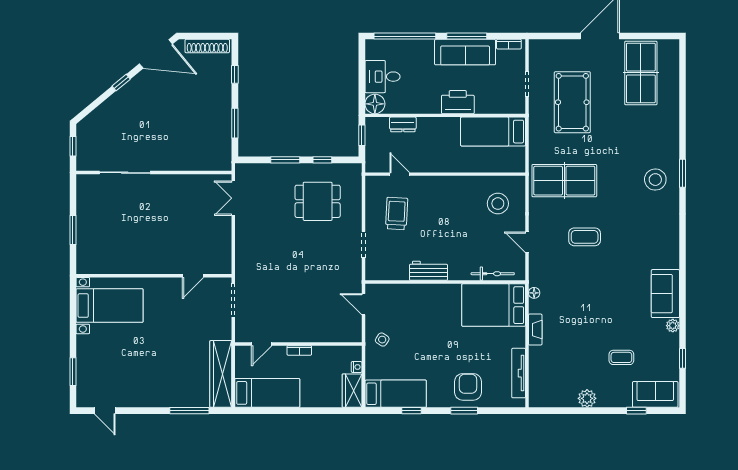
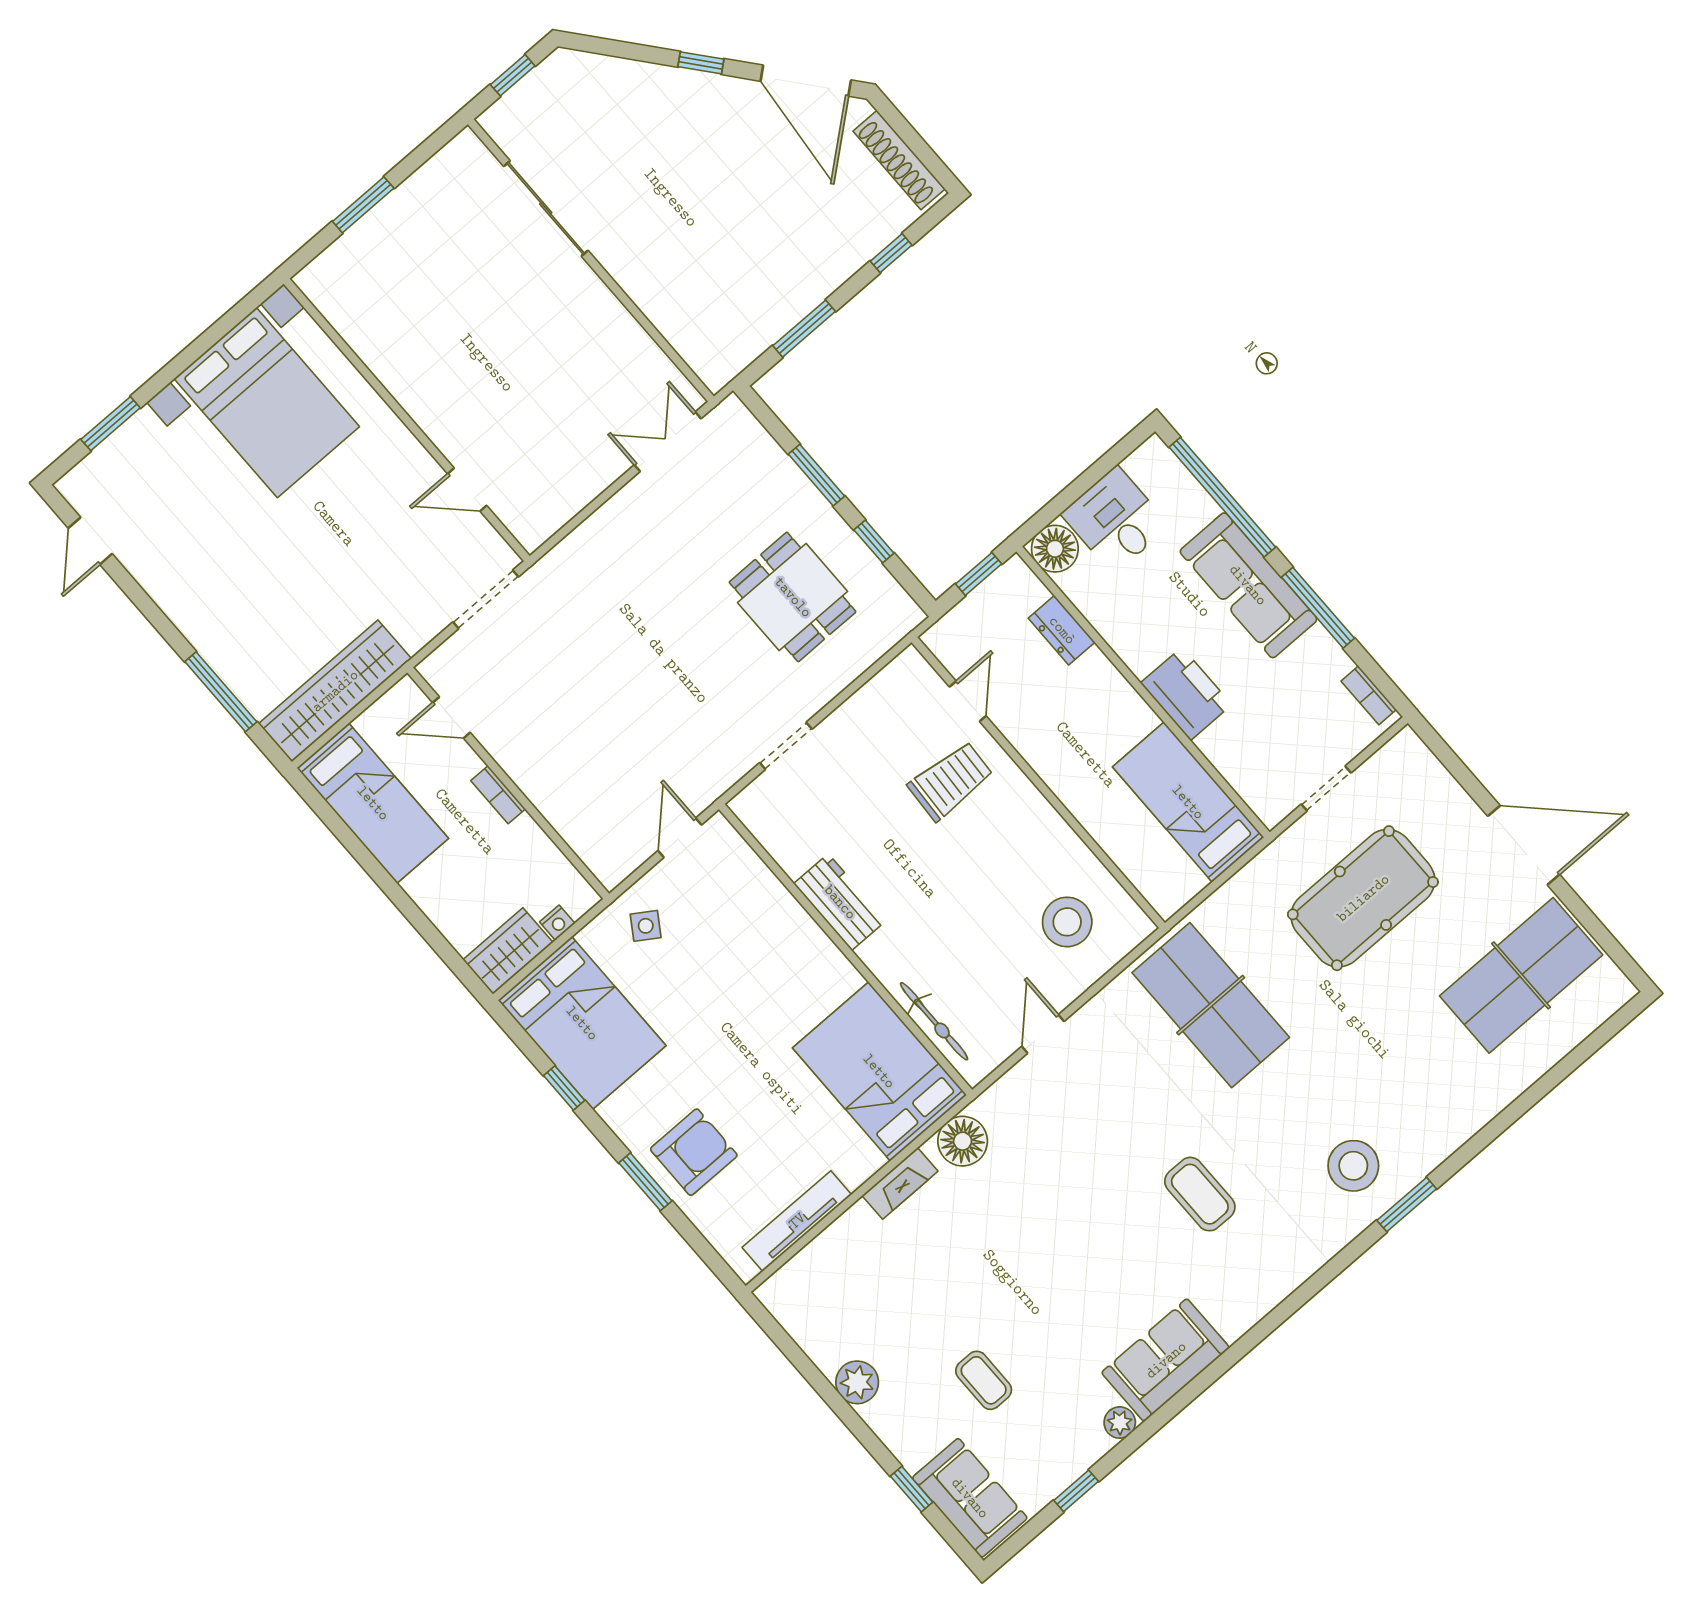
sofa: (465, 52) -> (1248, 585), moved
trolley: (397, 214) -> (951, 781), moved
coffee table: (585, 237) -> (1200, 1194), moved
floor lamp: (534, 293) -> (963, 1141), width x1.89, depth x1.89
bed with nightstands: (110, 306) -> (267, 403), width x1.36
bed: (396, 394) -> (582, 1023), width x1.50

